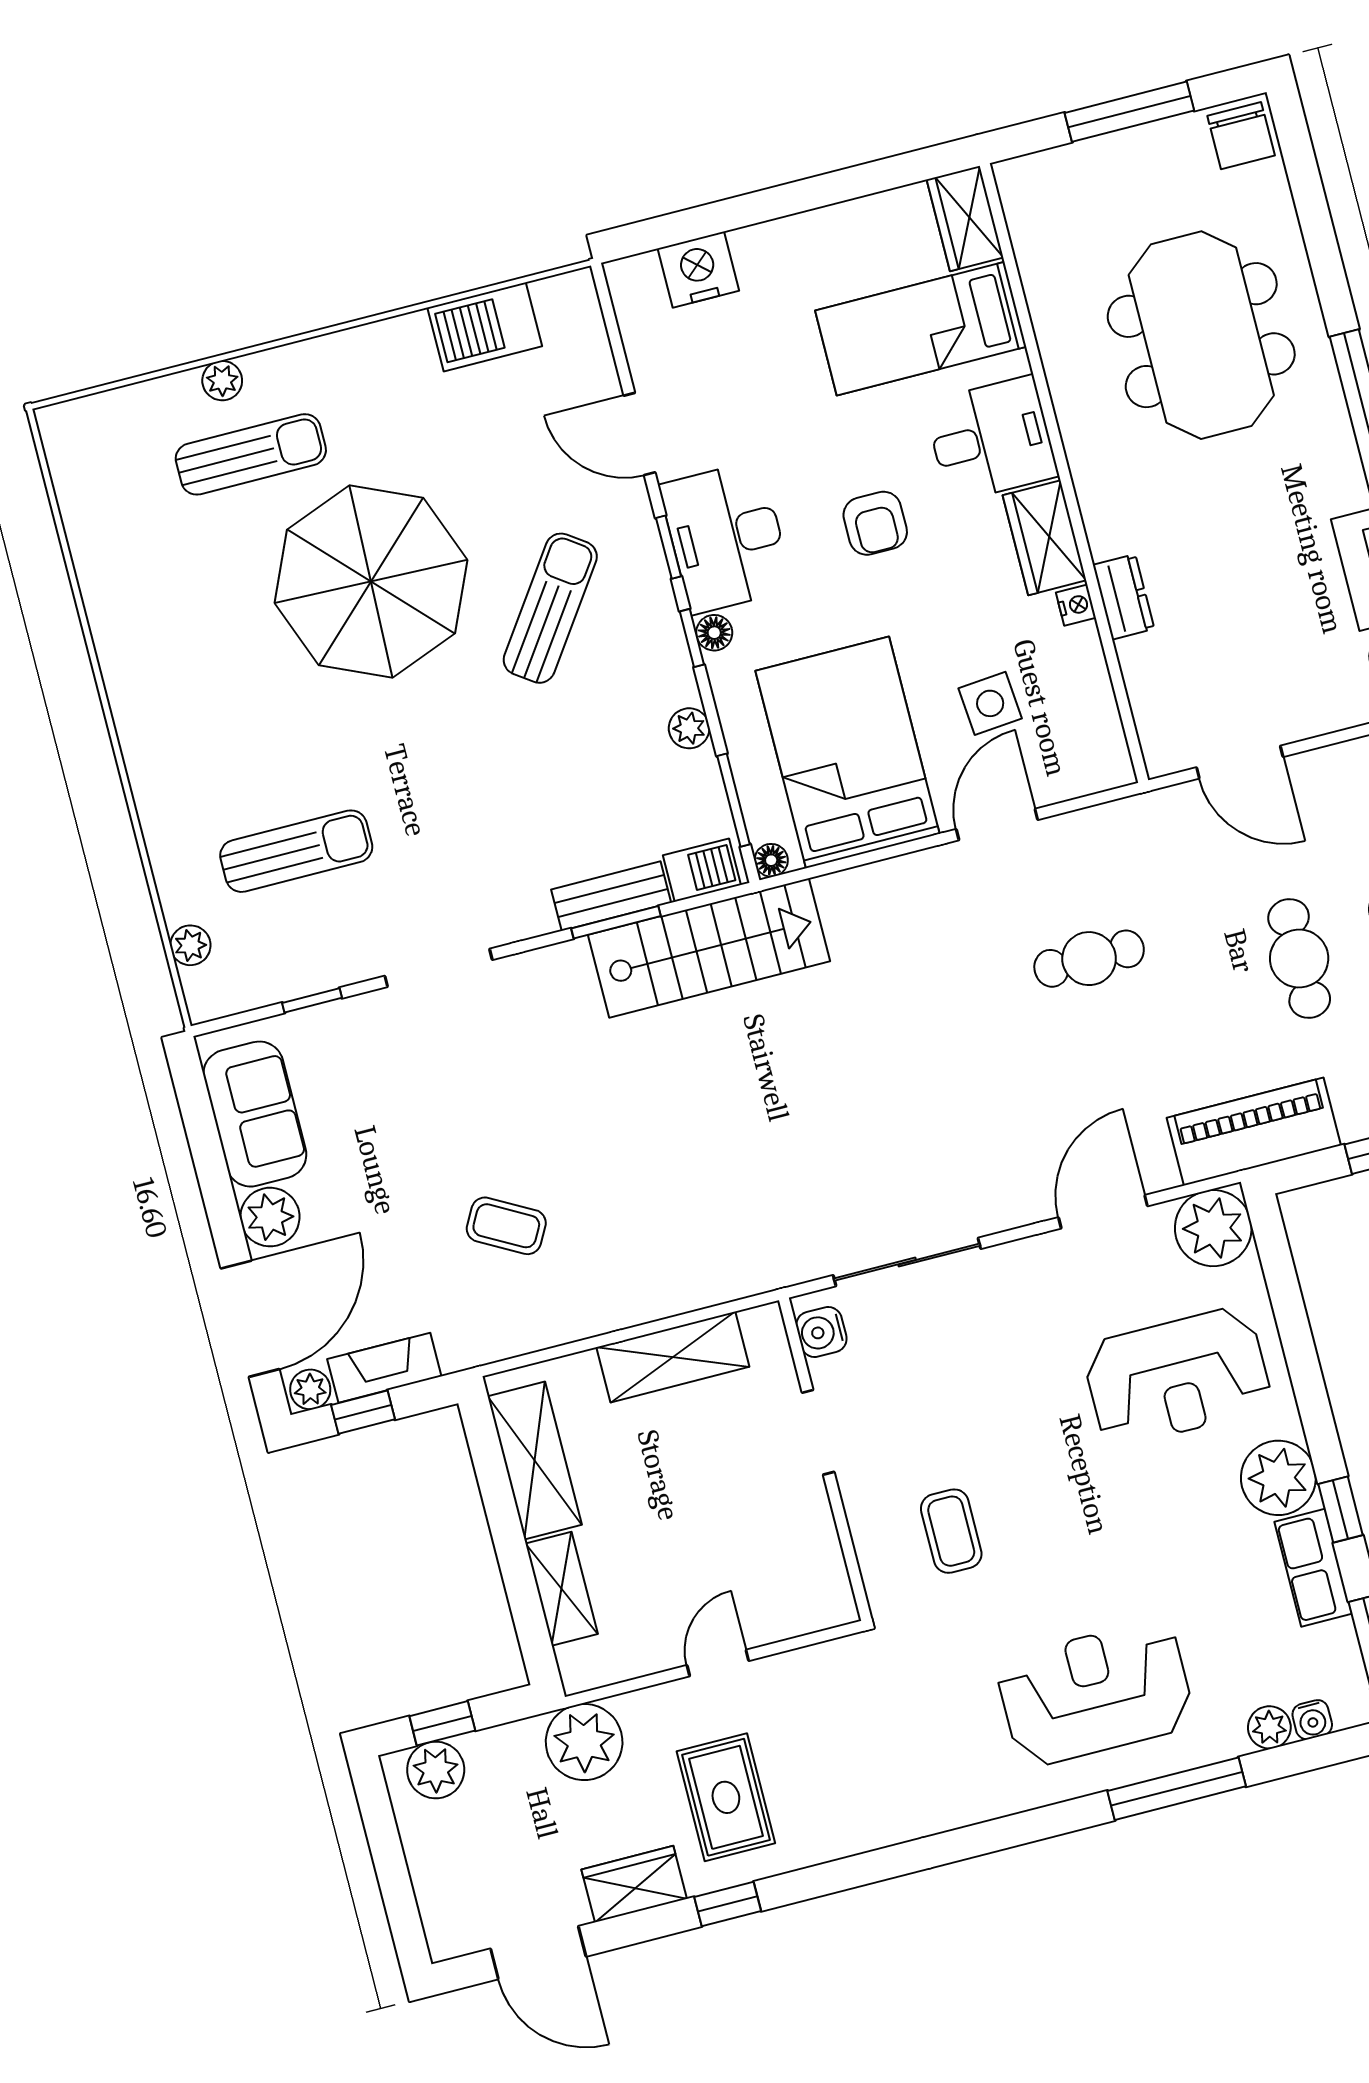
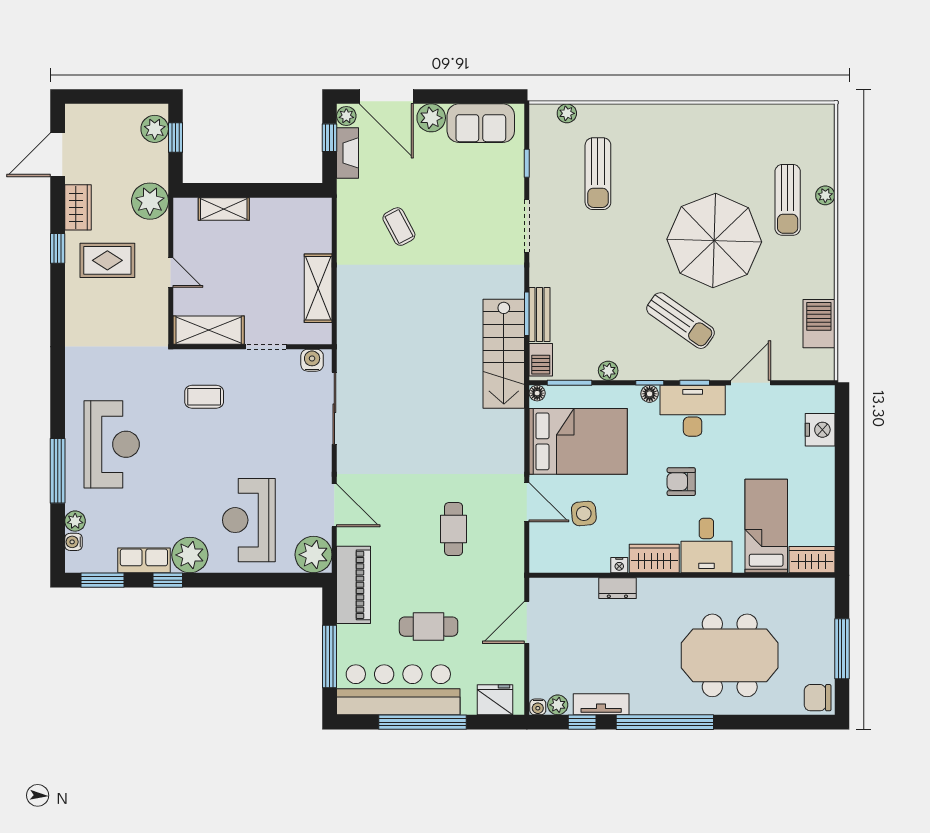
coffee table: (506, 1226) -> (399, 227), turned -57
shelving: (535, 1460) -> (209, 330), moved

